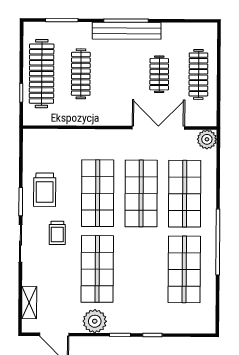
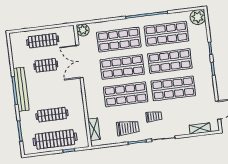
shelving: (49, 137) -> (94, 129), added
shop shelf: (141, 269) -> (170, 61), added
plant: (95, 321) -> (198, 17), moved

